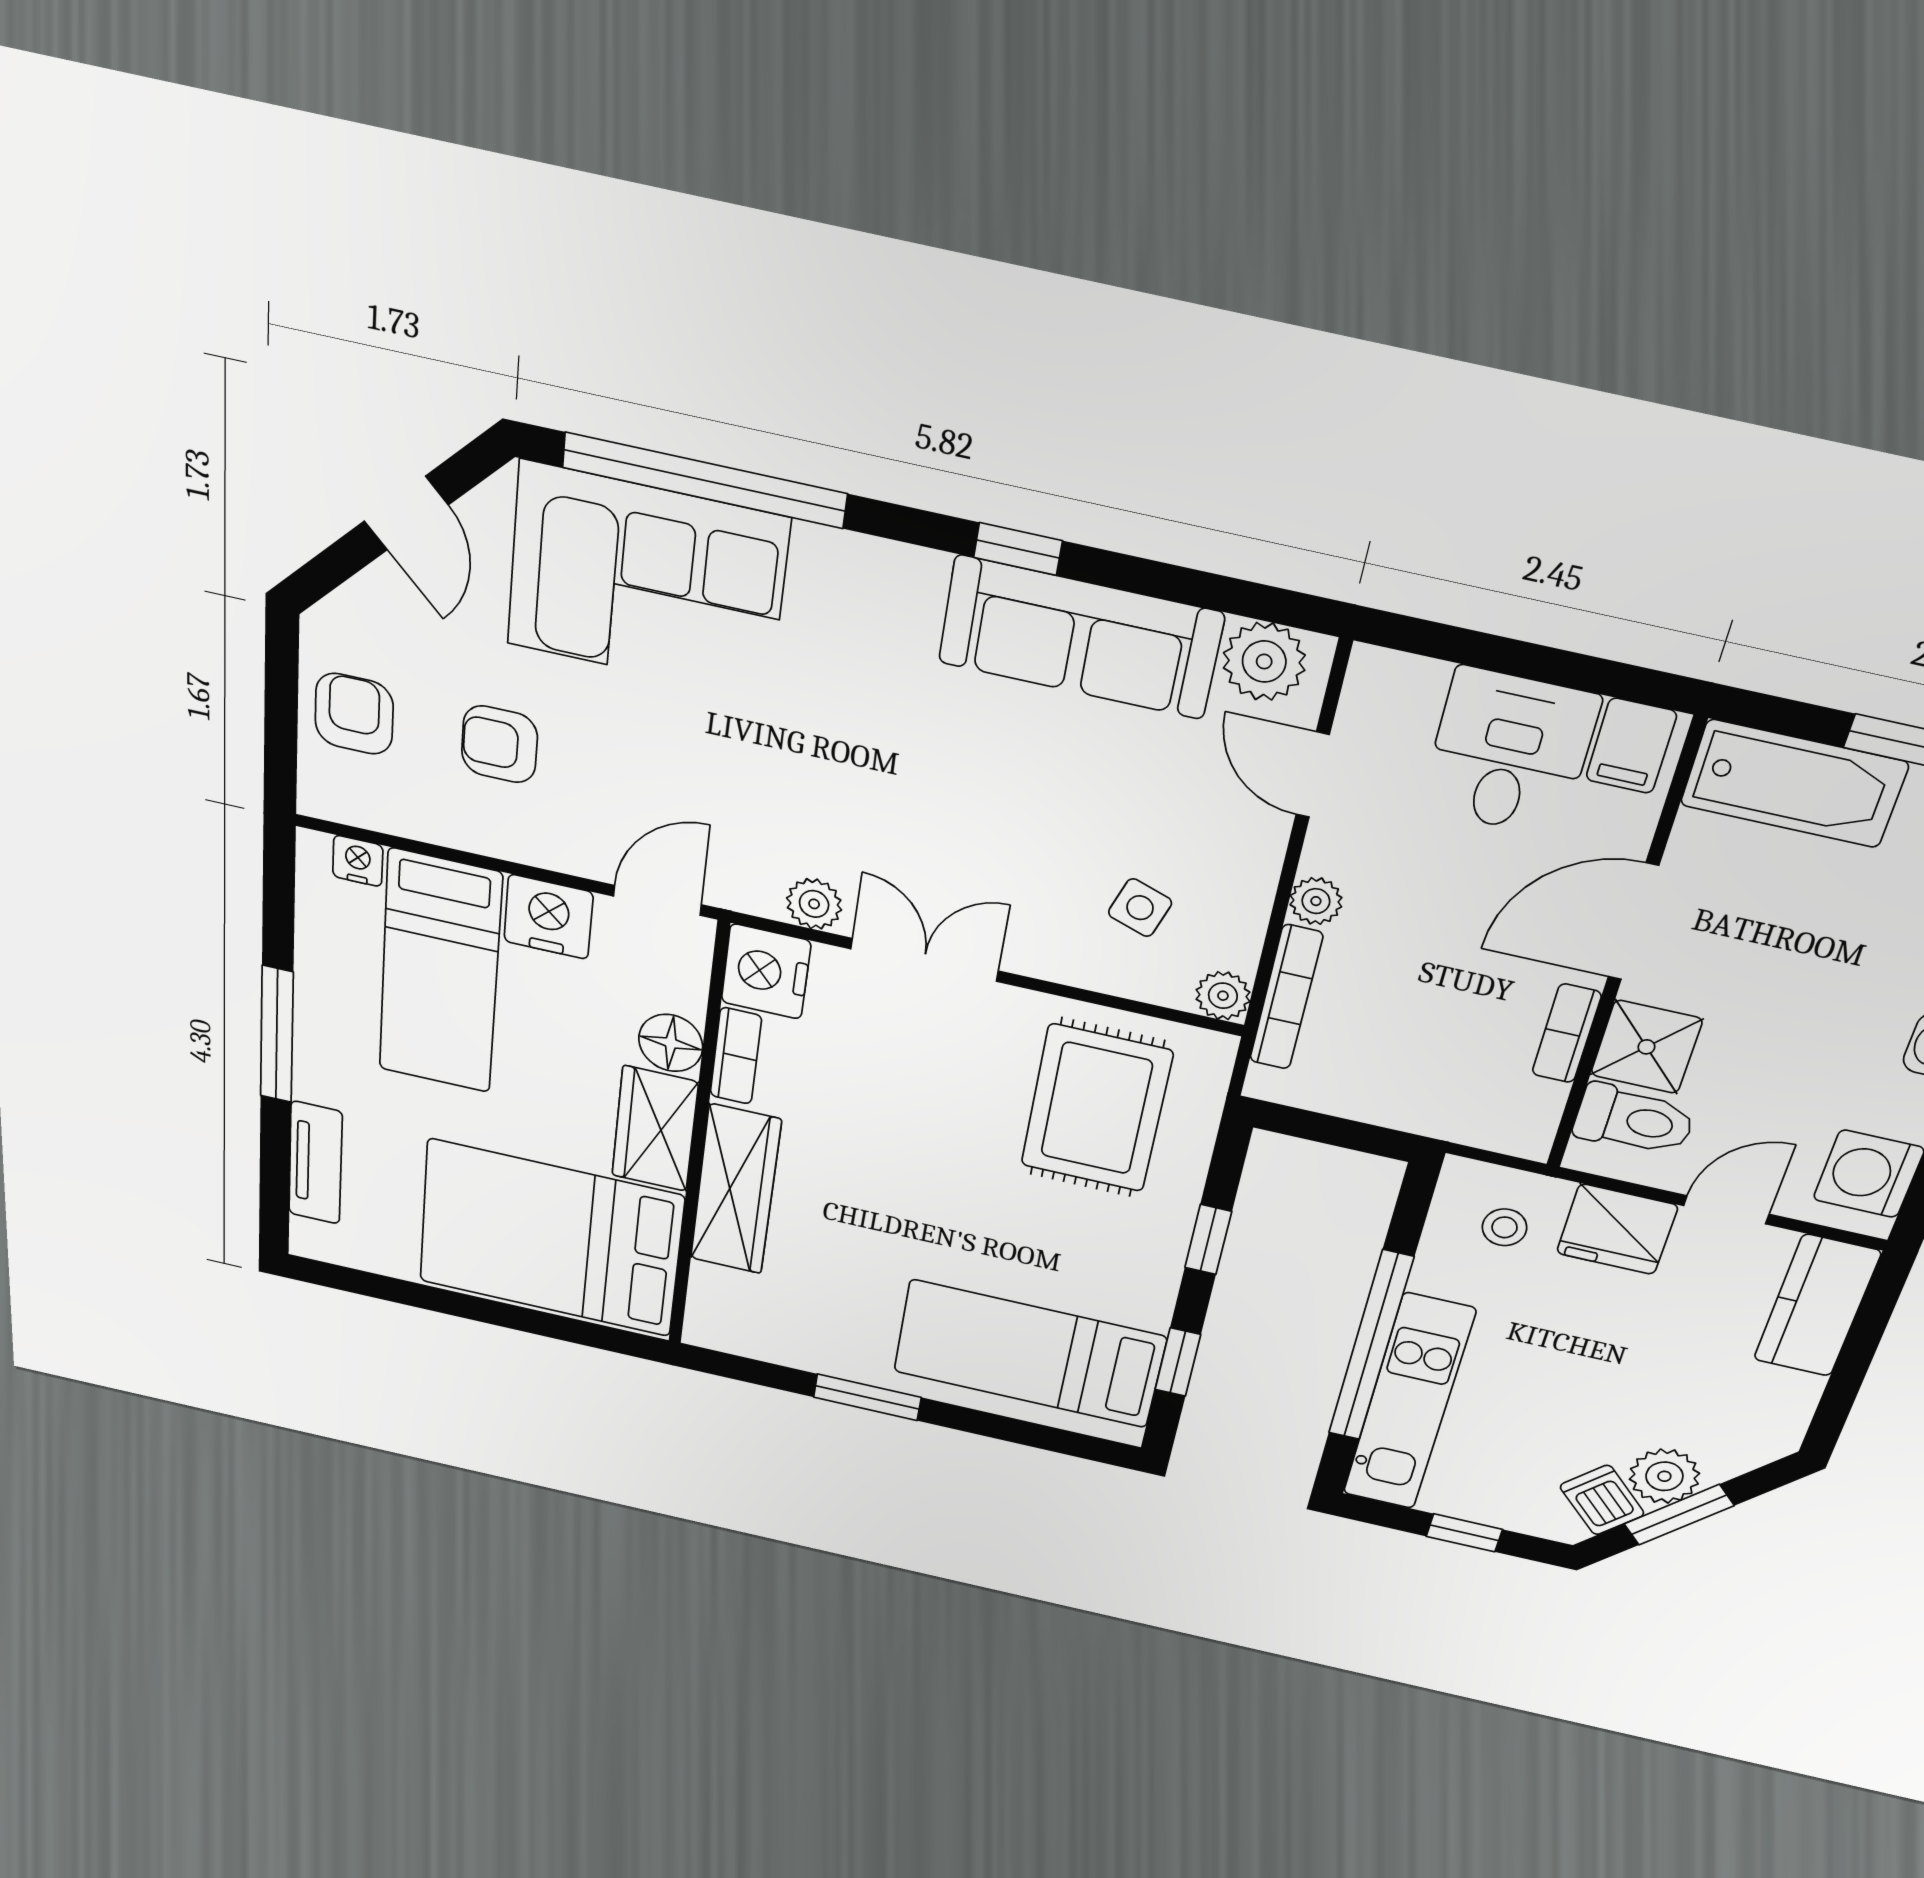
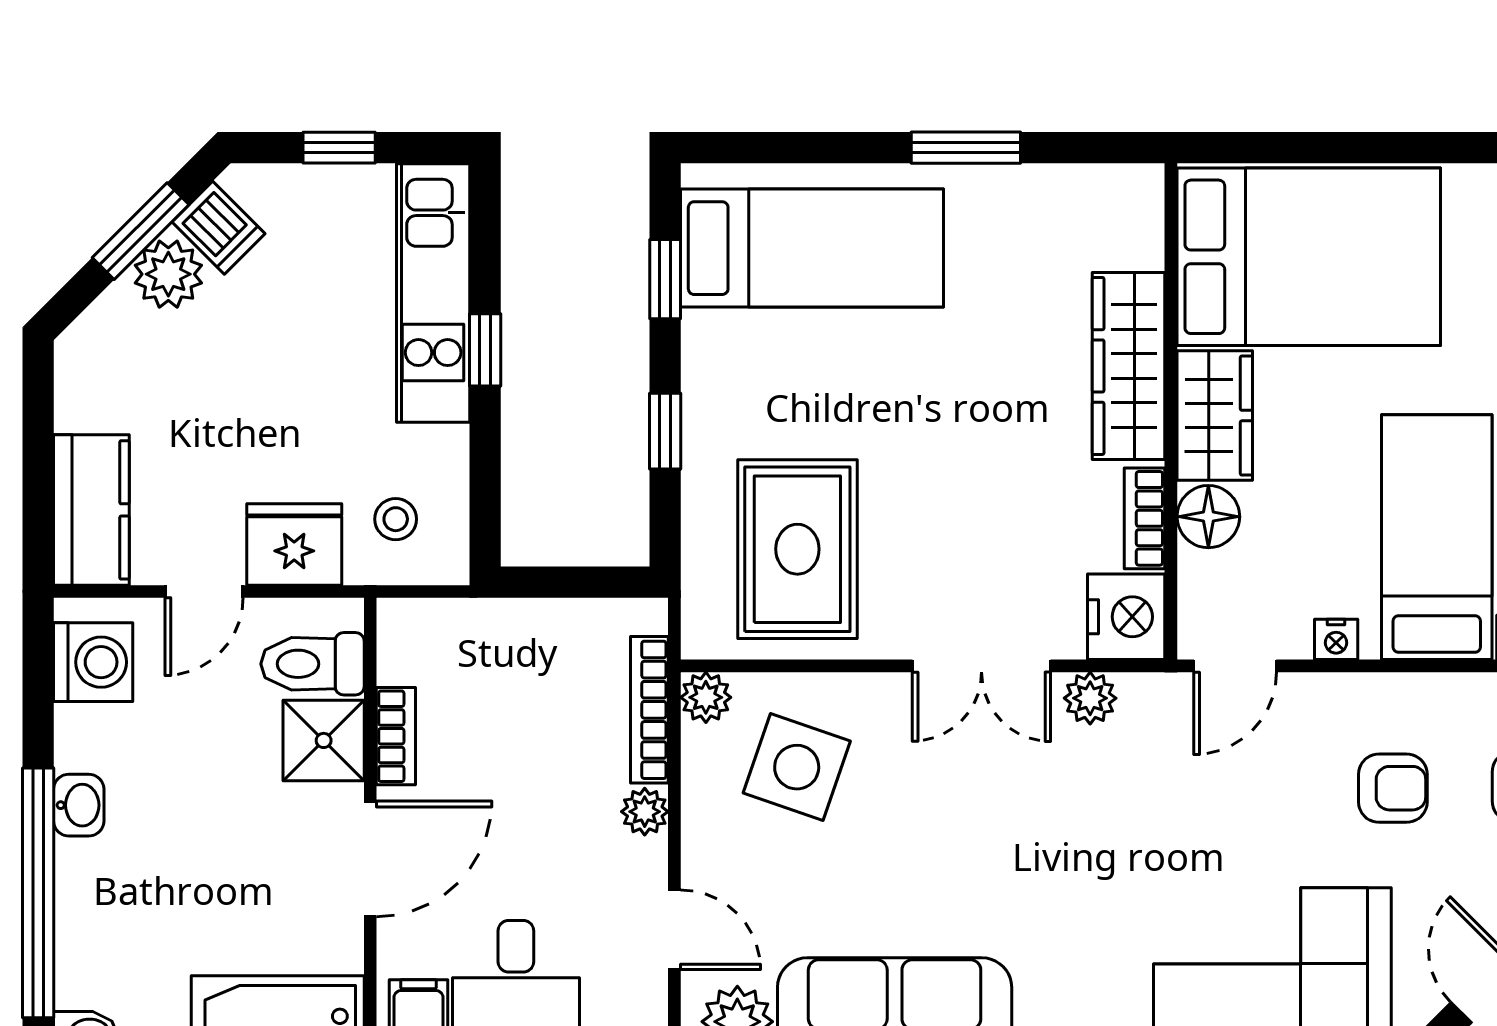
side table: (1140, 908) -> (797, 767), width x1.87, depth x1.87
nightstand: (548, 917) -> (1336, 639), width x0.53, depth x0.56
window: (1371, 1346) -> (485, 350), width x0.32

